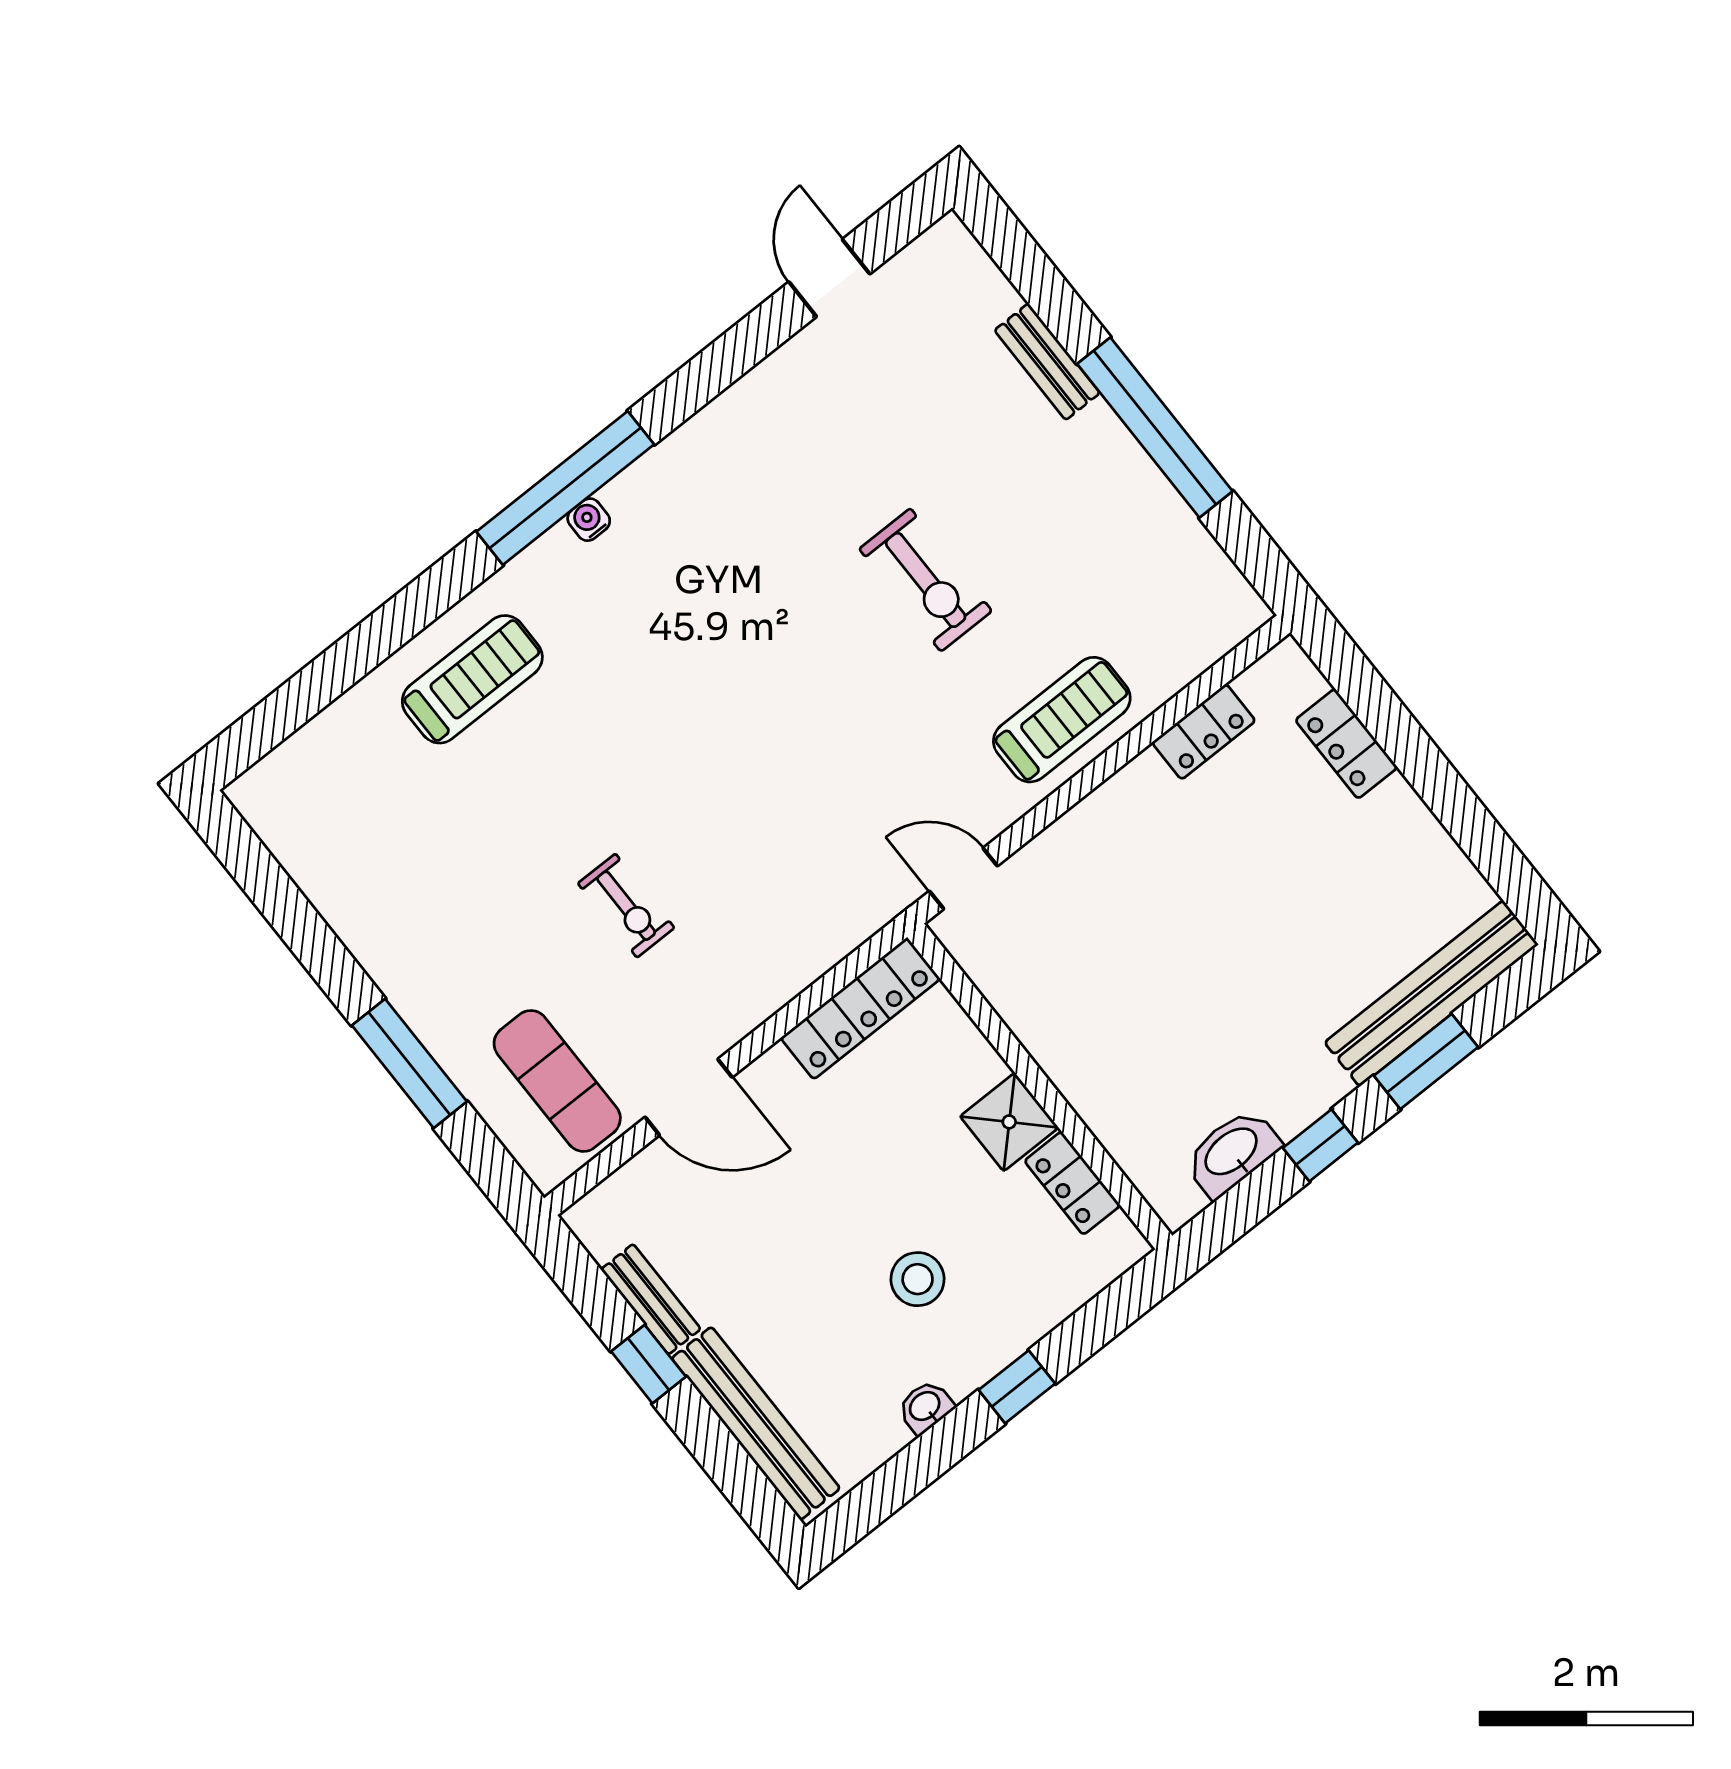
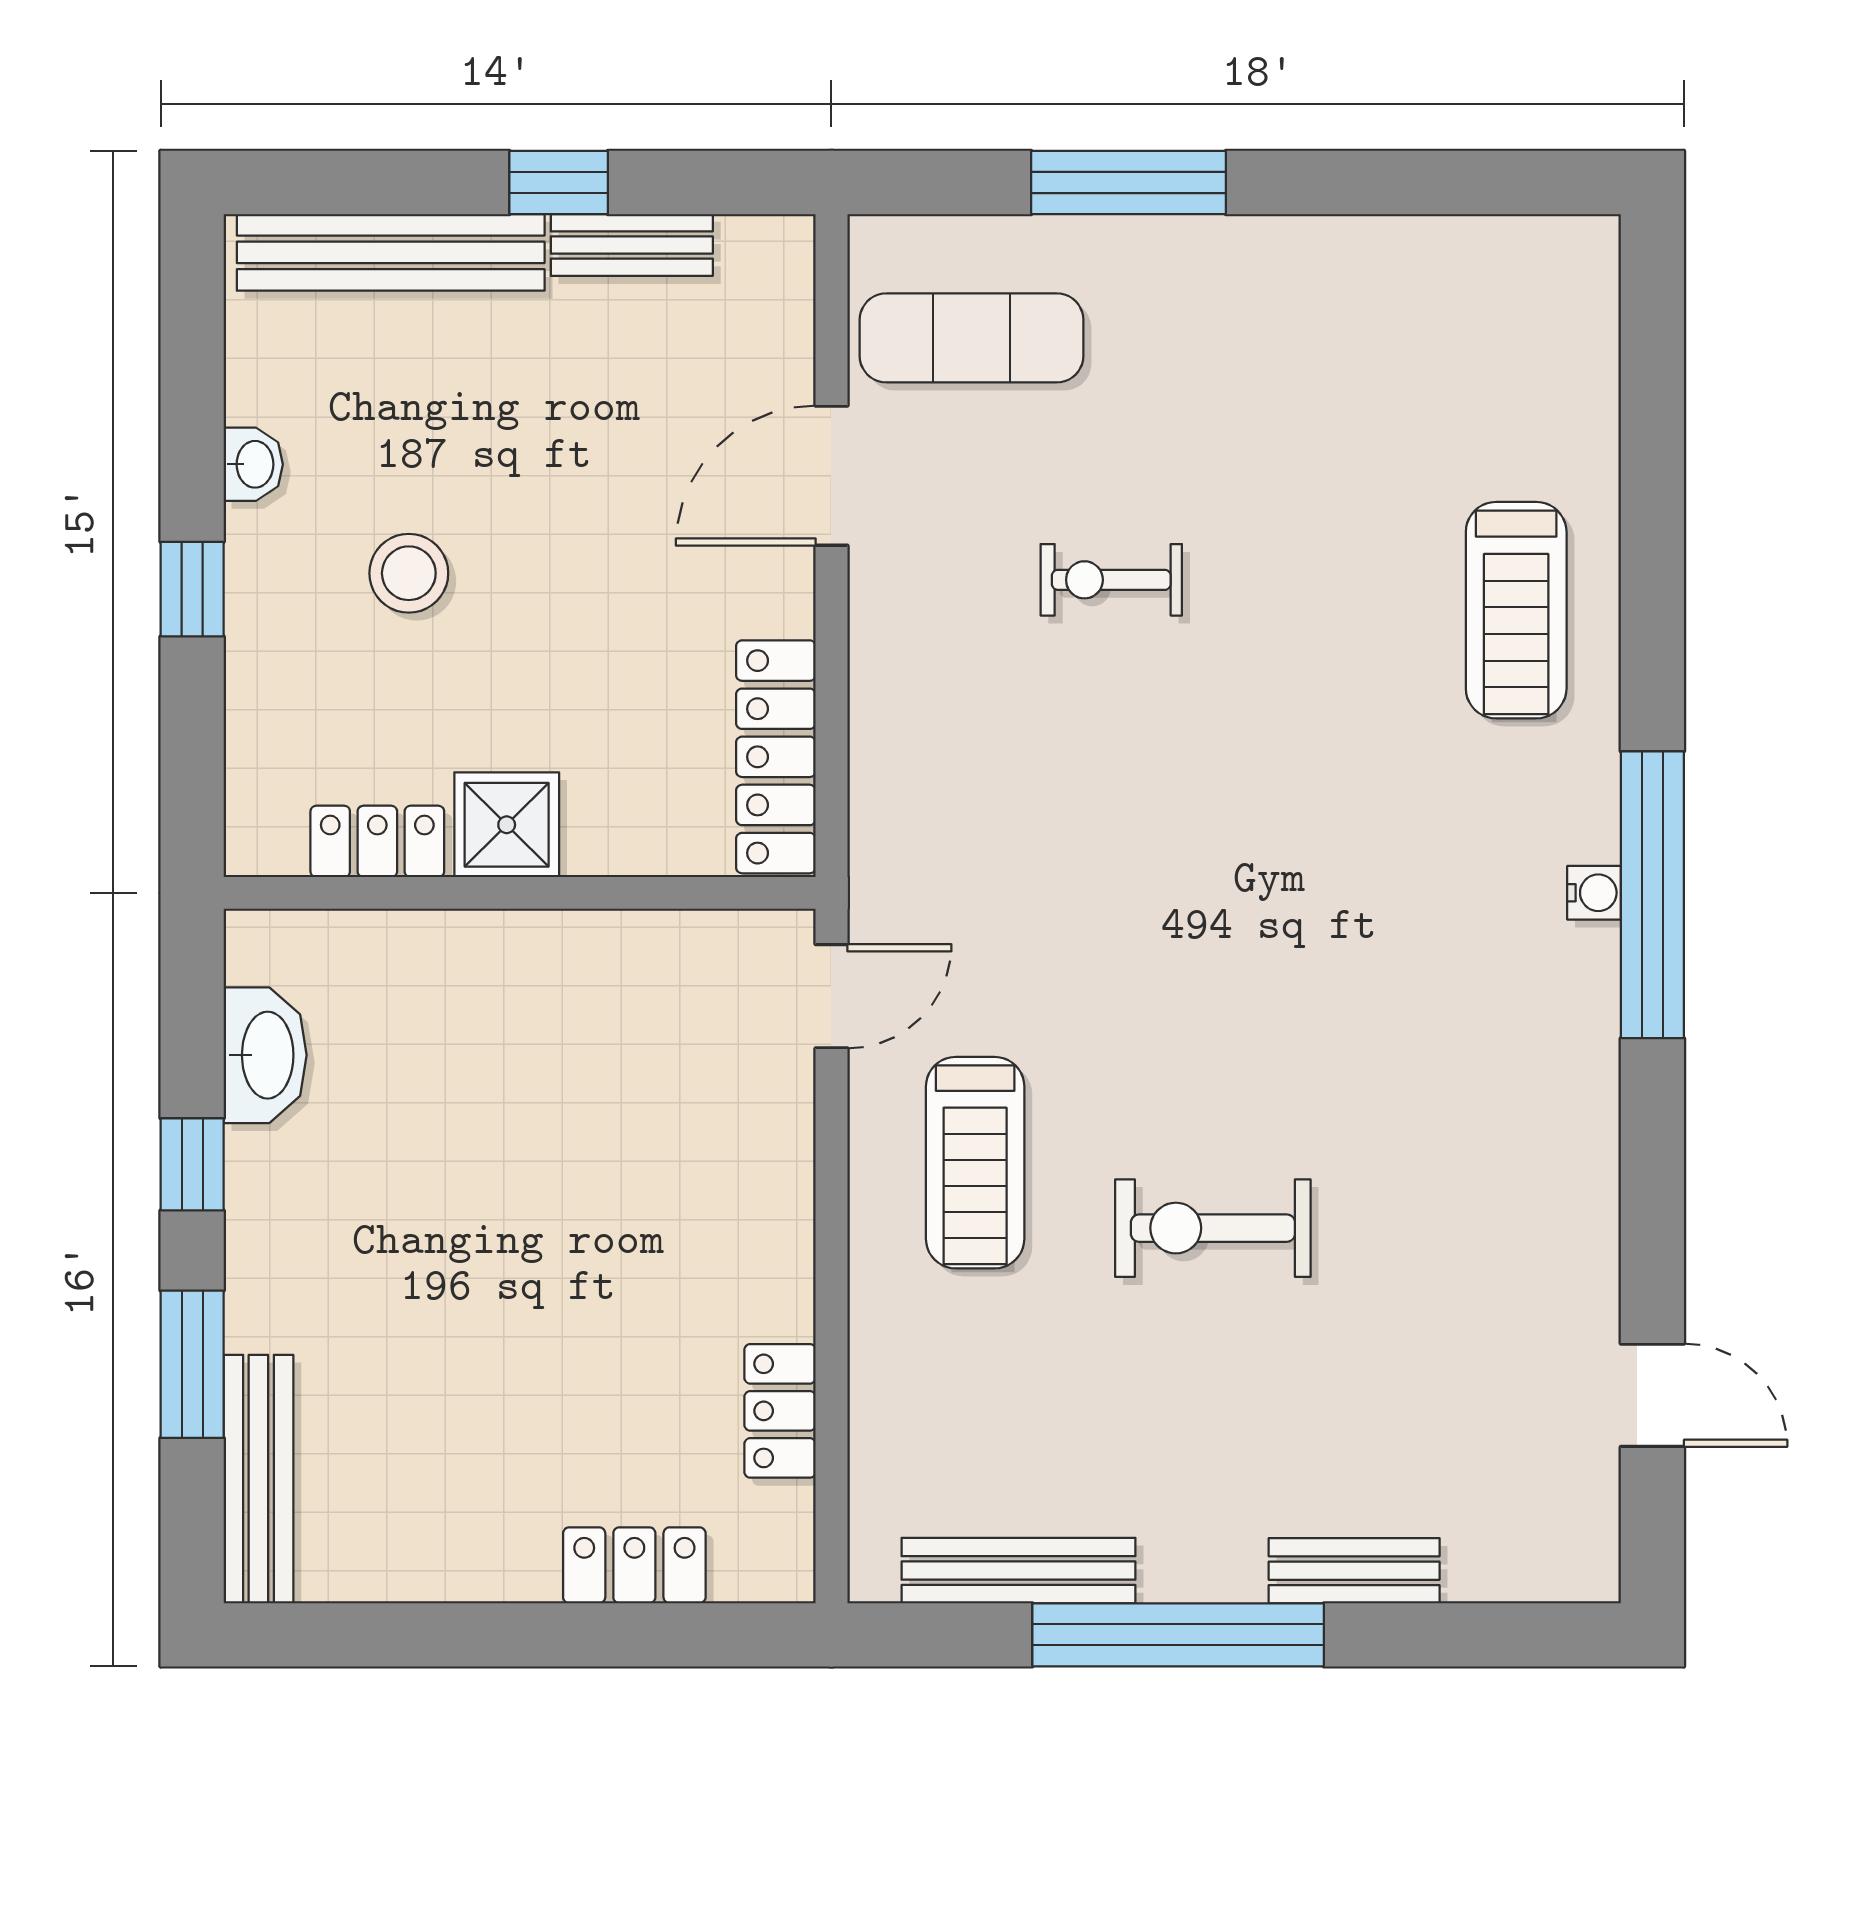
bench: (1188, 539) -> (1018, 1571), added
treadmill: (1062, 720) -> (975, 1163), moved
bench: (1431, 993) -> (258, 1479), width x0.73, depth x0.82

